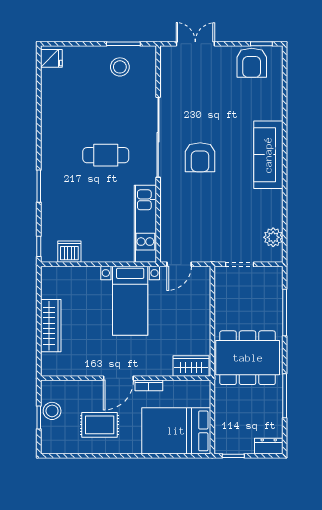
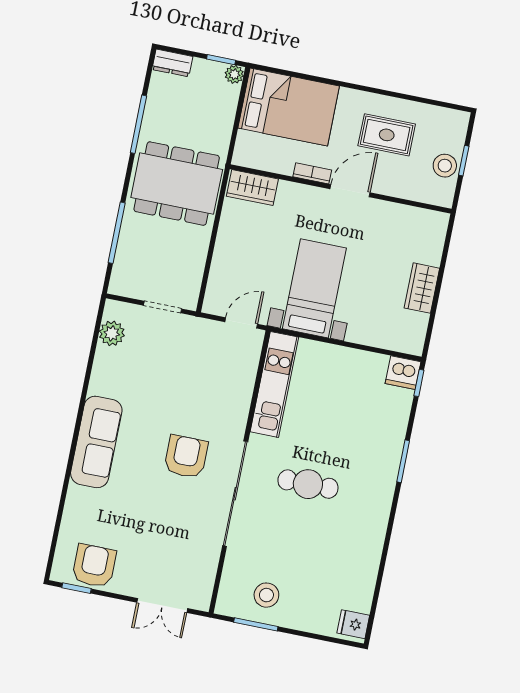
dishwasher: (69, 252) -> (403, 373), moved
wardrobe: (51, 326) -> (422, 288), width x0.67
plant: (221, 447) -> (234, 74), added

